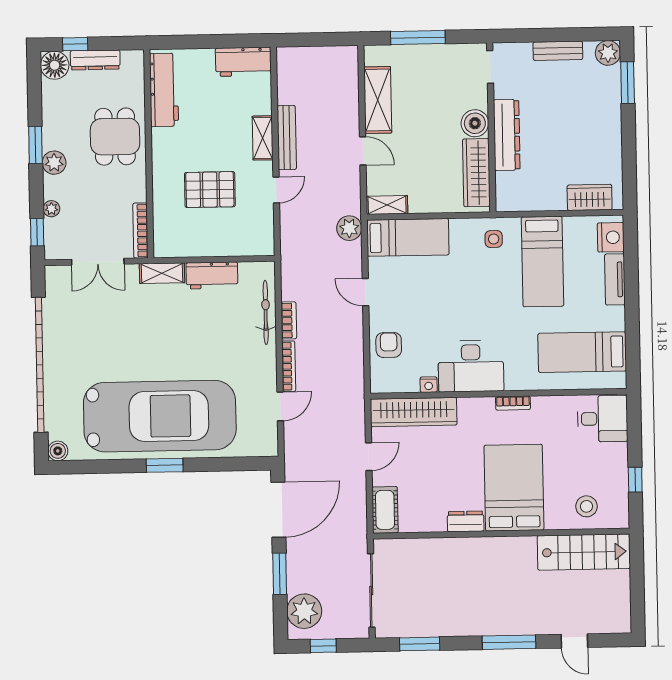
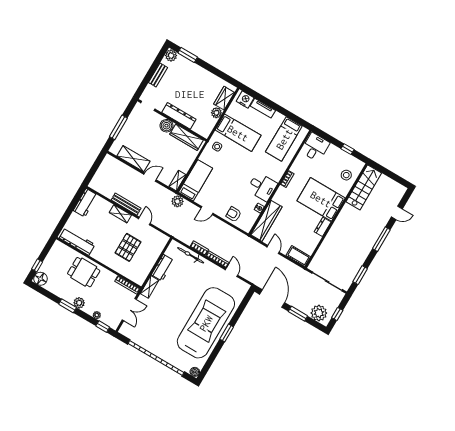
dresser: (95, 60) -> (48, 261), removed
plant: (554, 200) -> (216, 113), added
desk: (471, 366) -> (262, 187), width x0.73

